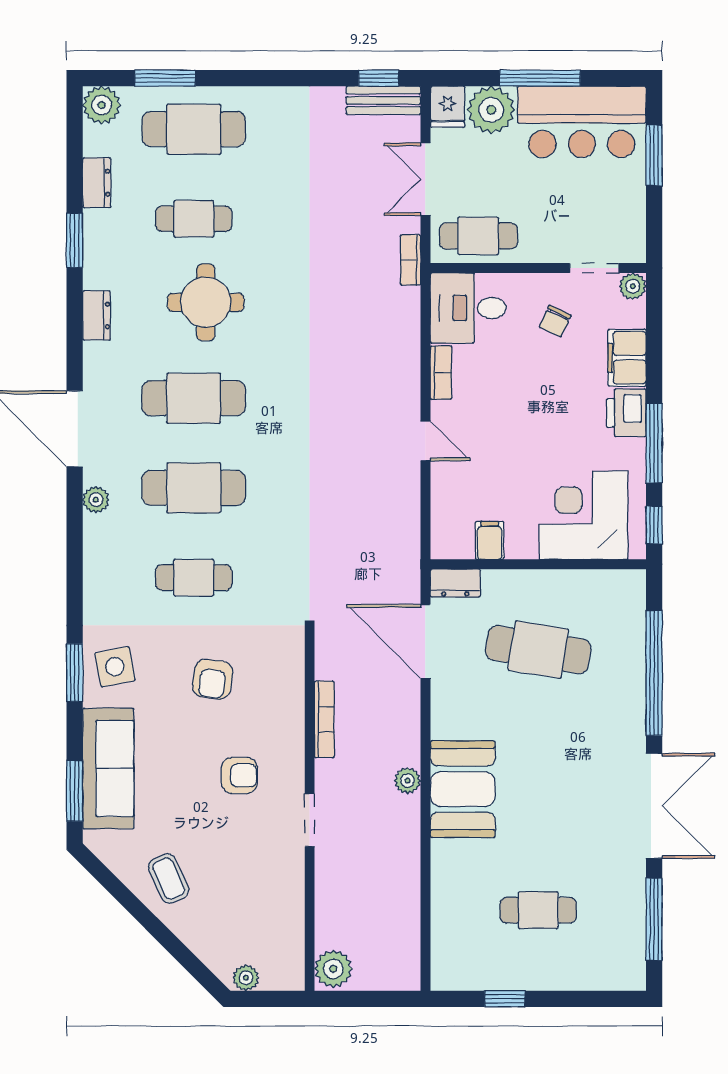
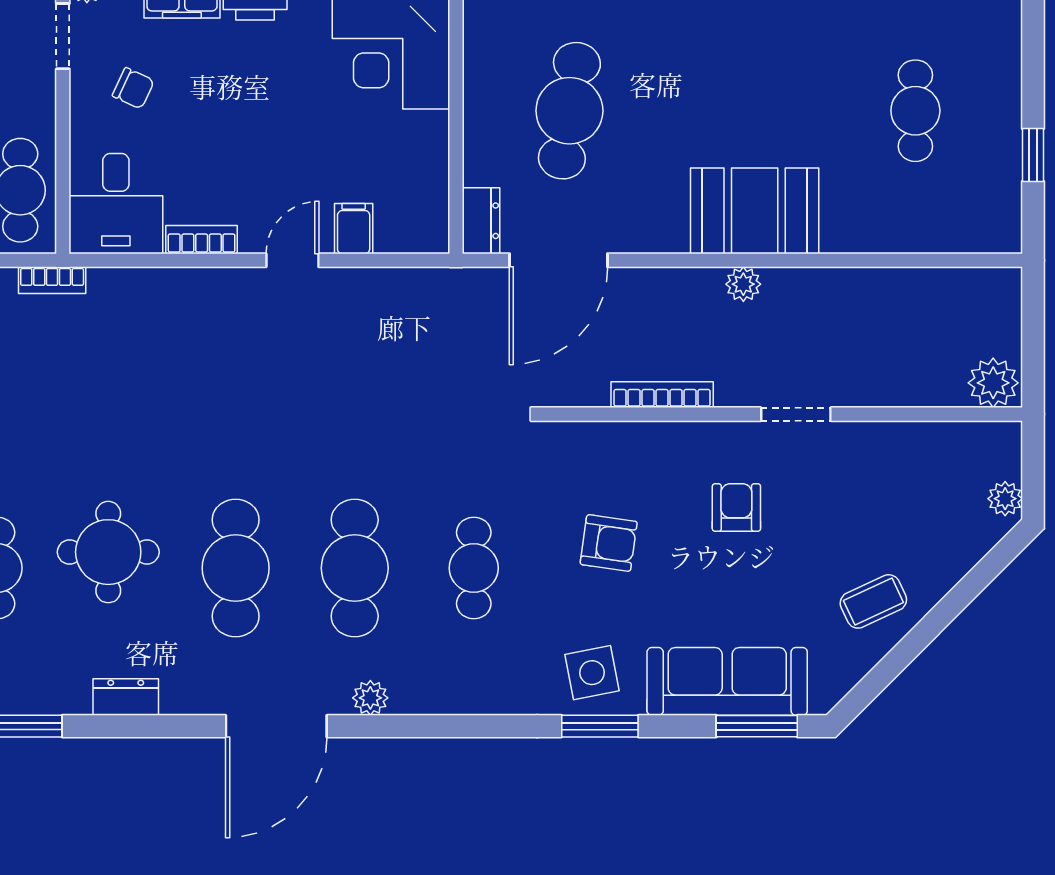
filing cabinet: (490, 540) -> (354, 229), moved, turned 90

